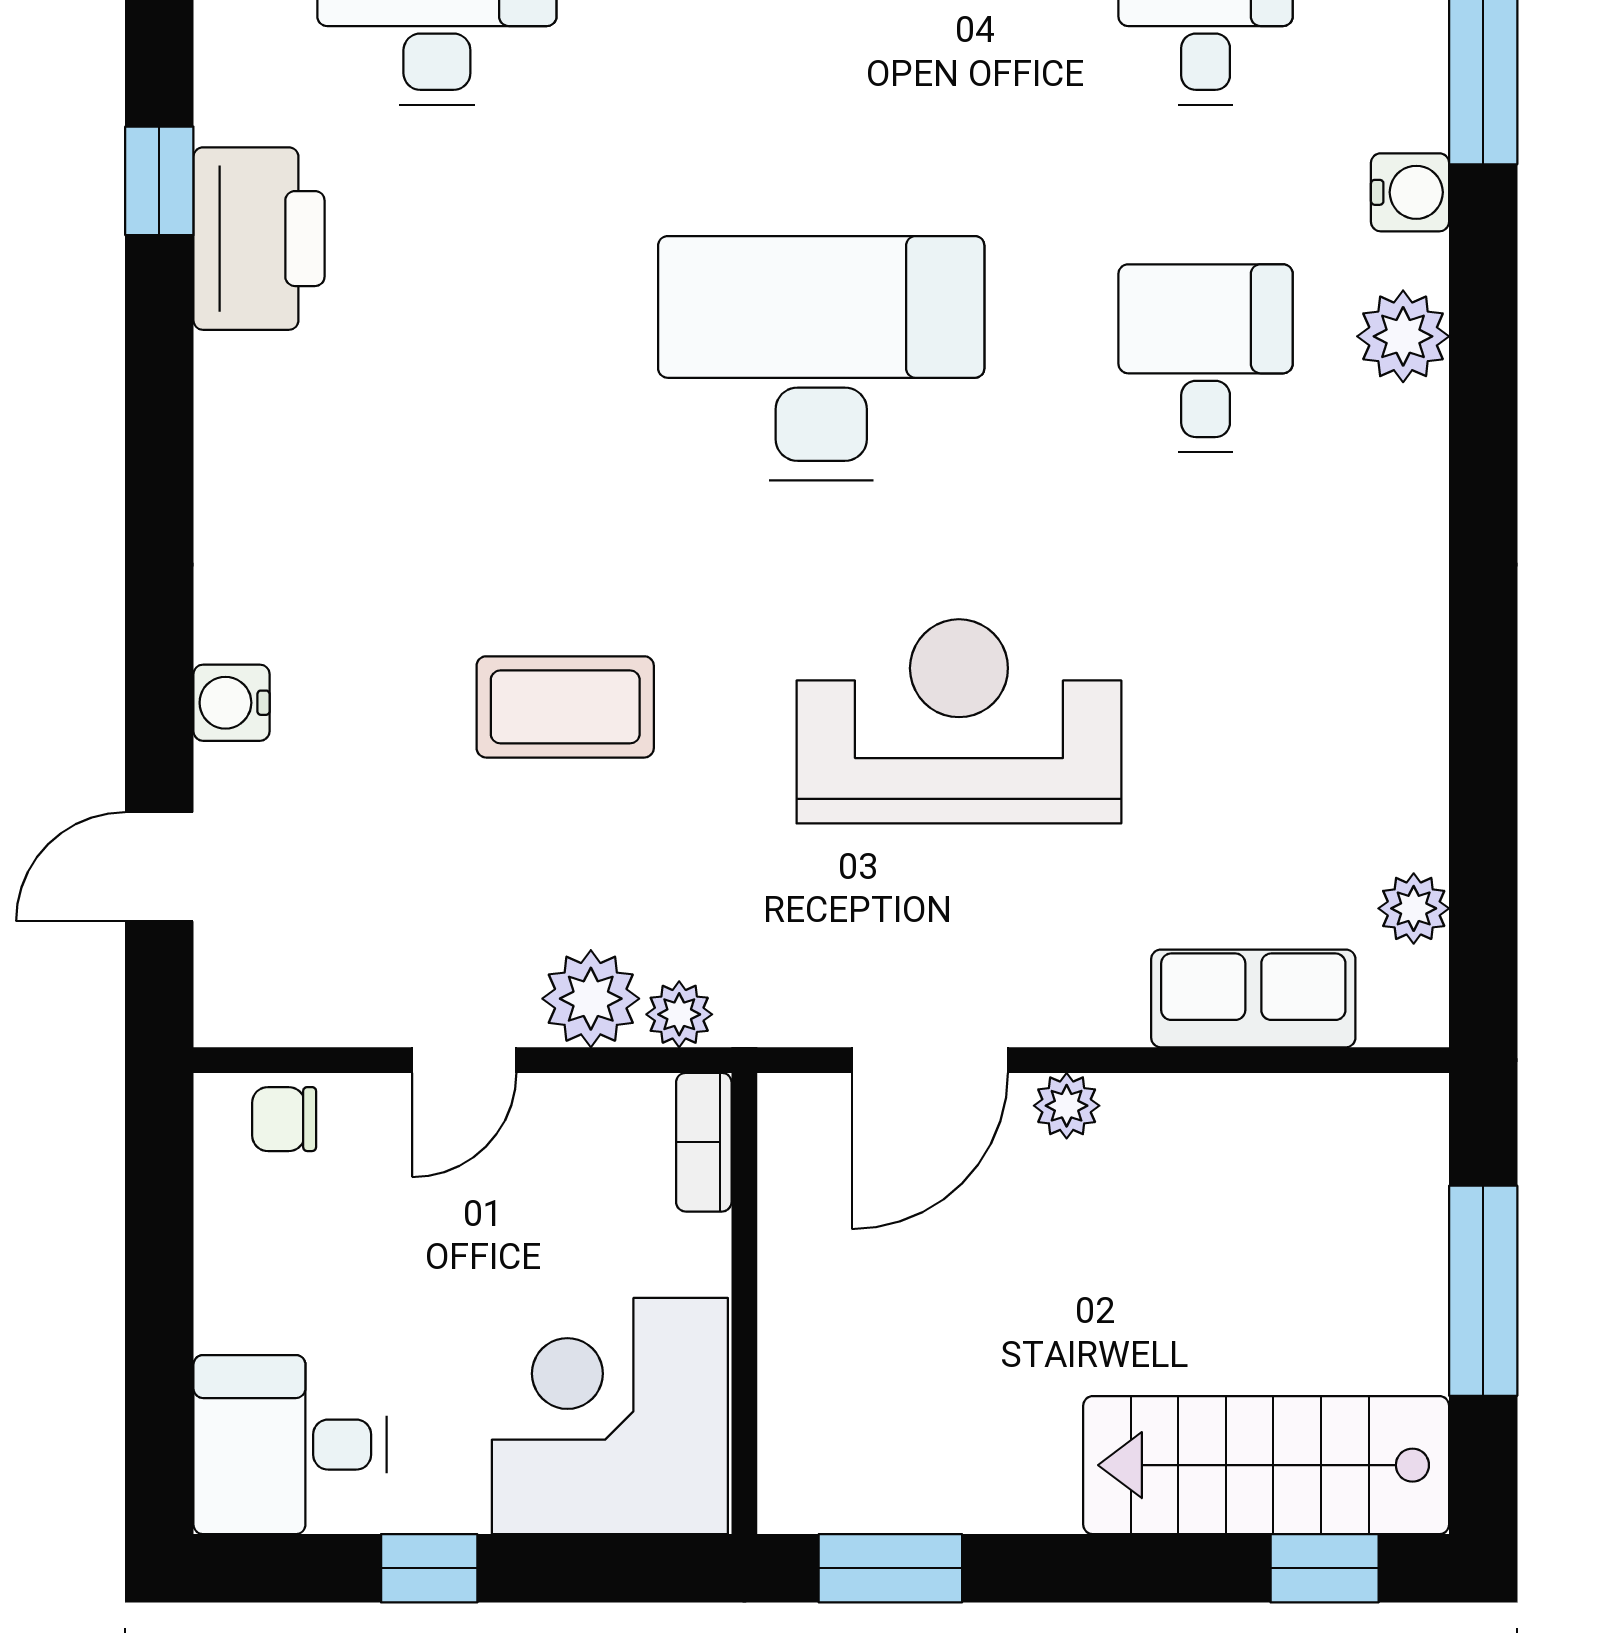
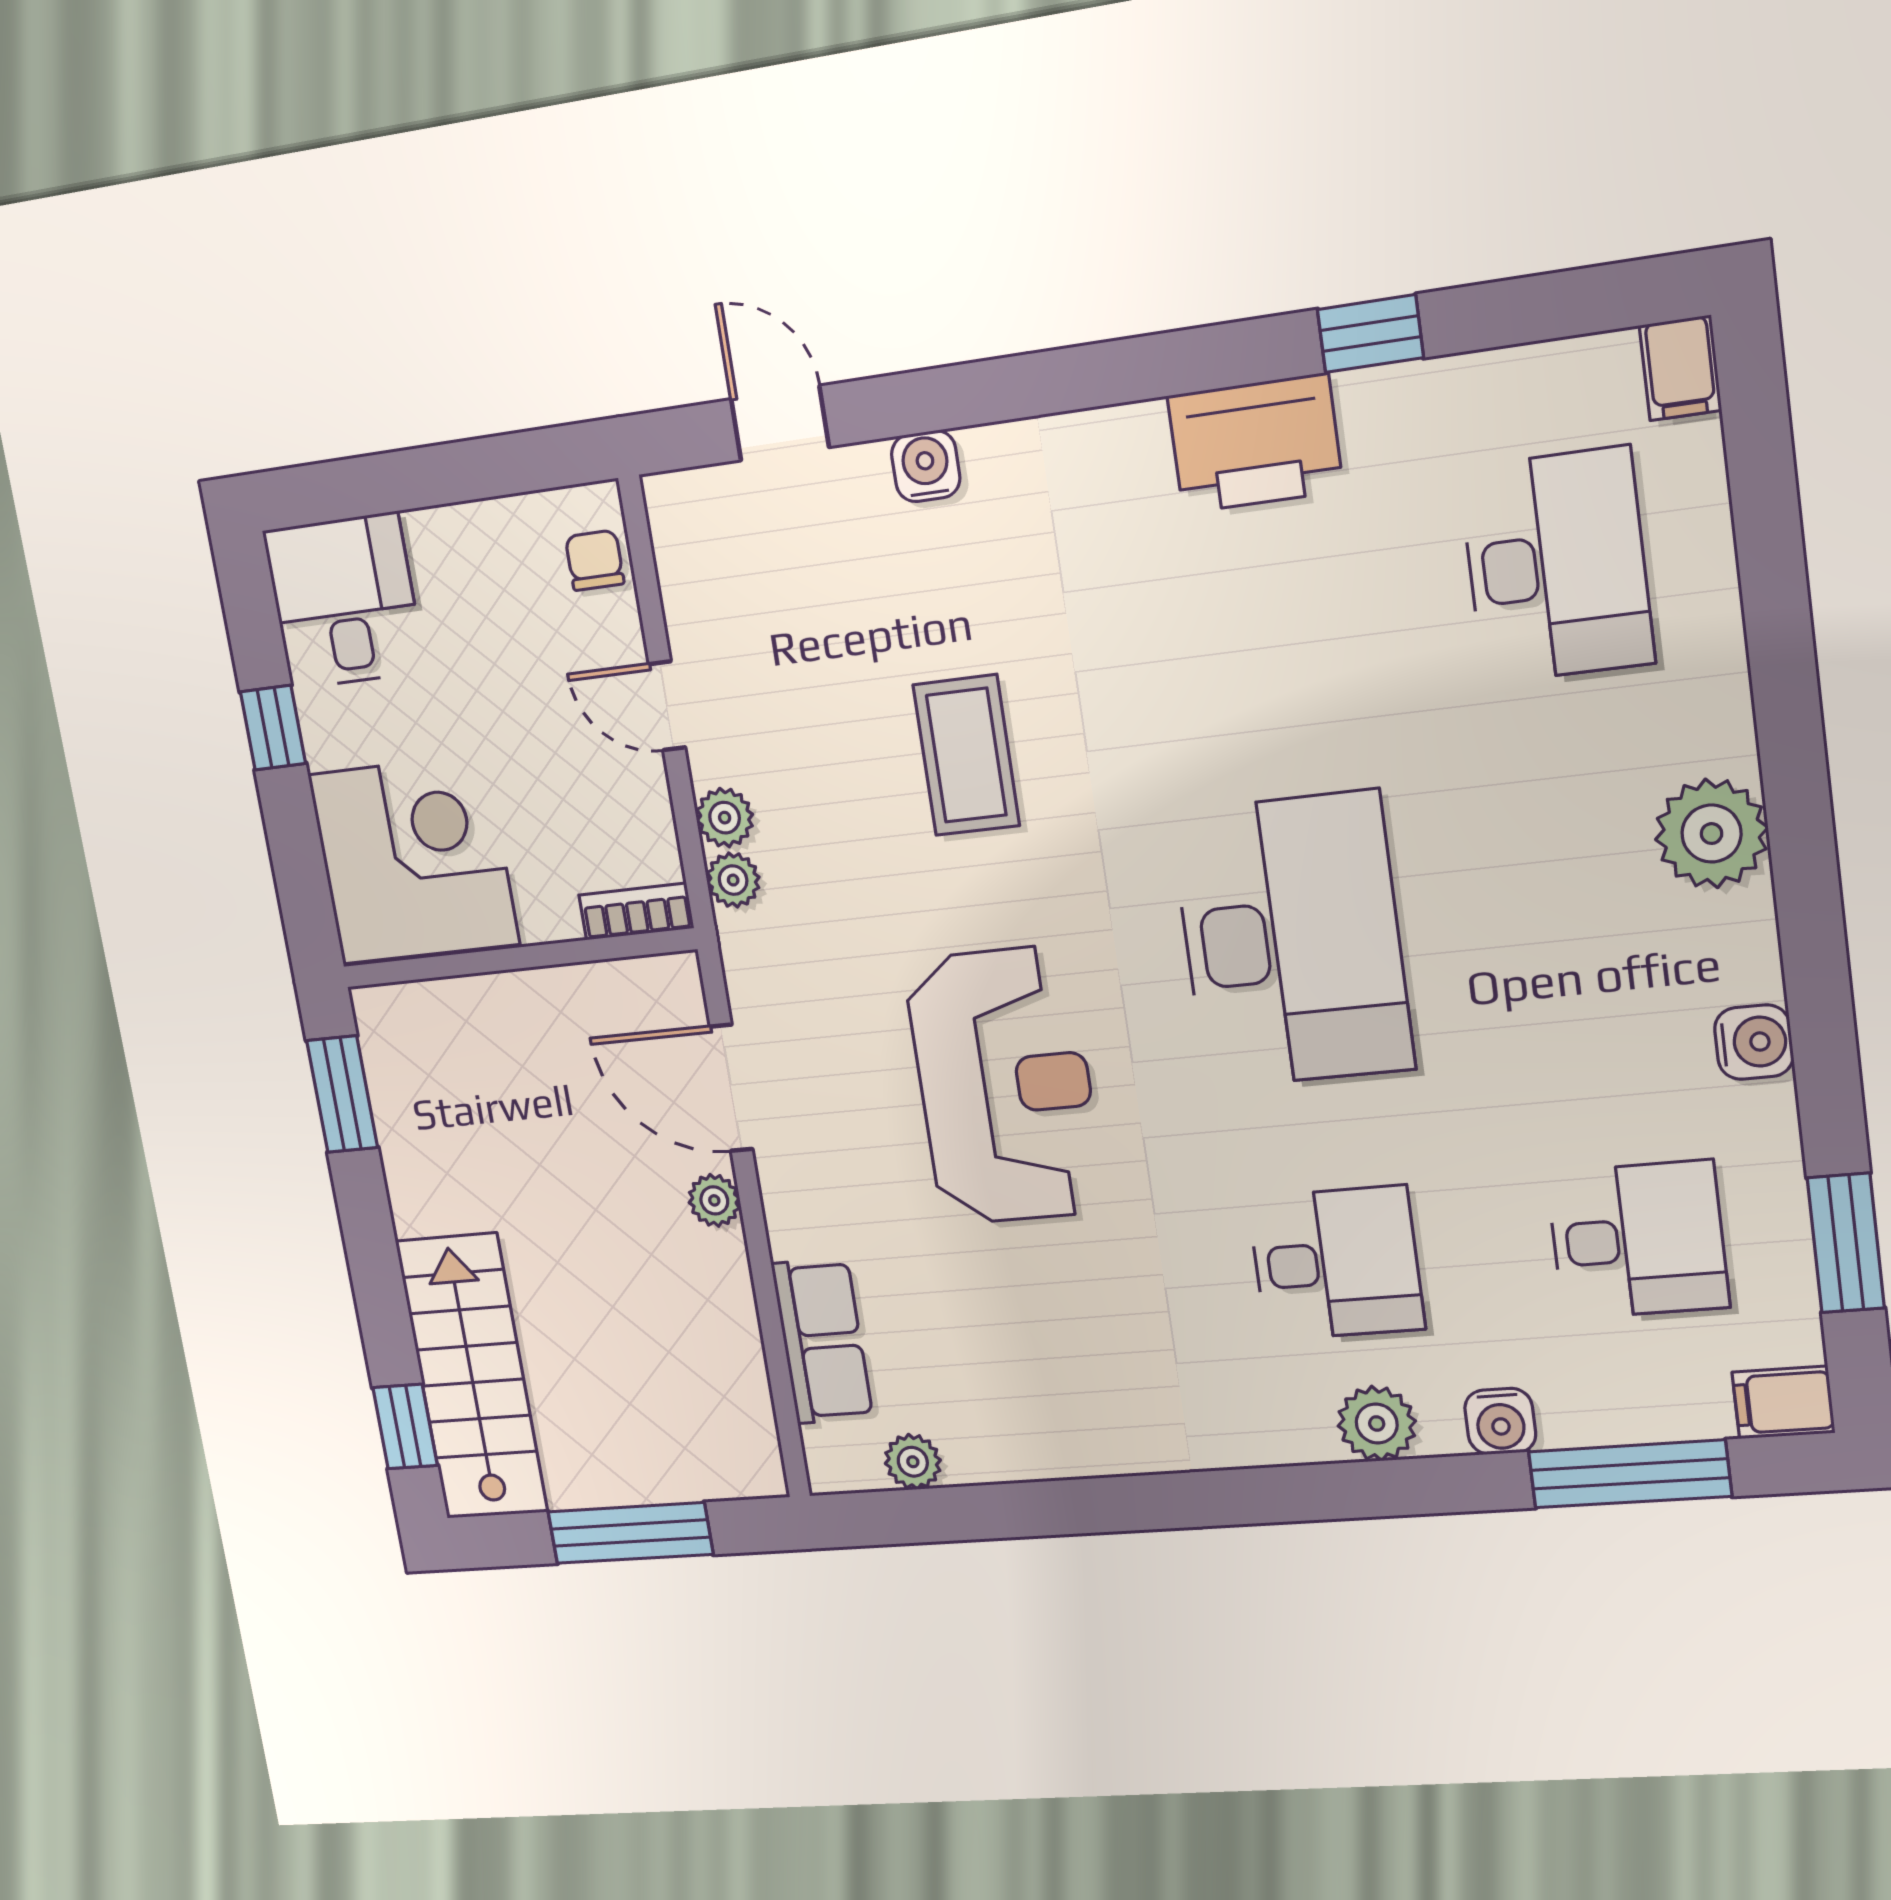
printer: (259, 239) -> (1255, 443), moved
plant: (591, 999) -> (725, 818), width x0.73, depth x0.73

